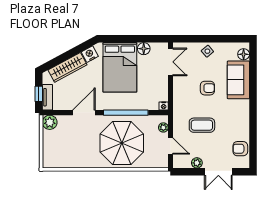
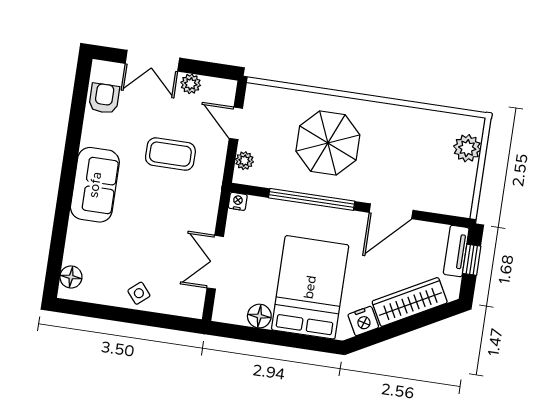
double door: (171, 62) -> (215, 262), moved
sofa: (238, 80) -> (95, 185), moved
armchair: (207, 88) -> (149, 223), removed
plant: (50, 122) -> (467, 148), moved
parasol: (122, 143) -> (328, 143), width x0.73, depth x0.73
armchair: (240, 149) -> (104, 98), turned -90
double door: (218, 172) -> (152, 61), swing flipped

